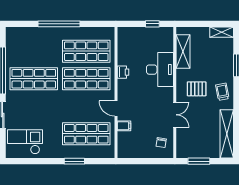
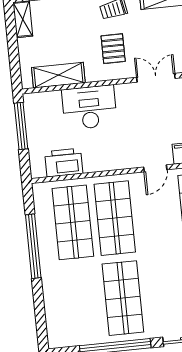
window: (59, 24) -> (33, 246), moved
window: (152, 24) -> (21, 126), width x2.17
printer: (123, 72) -> (64, 163), moved, width x1.87, depth x1.48

